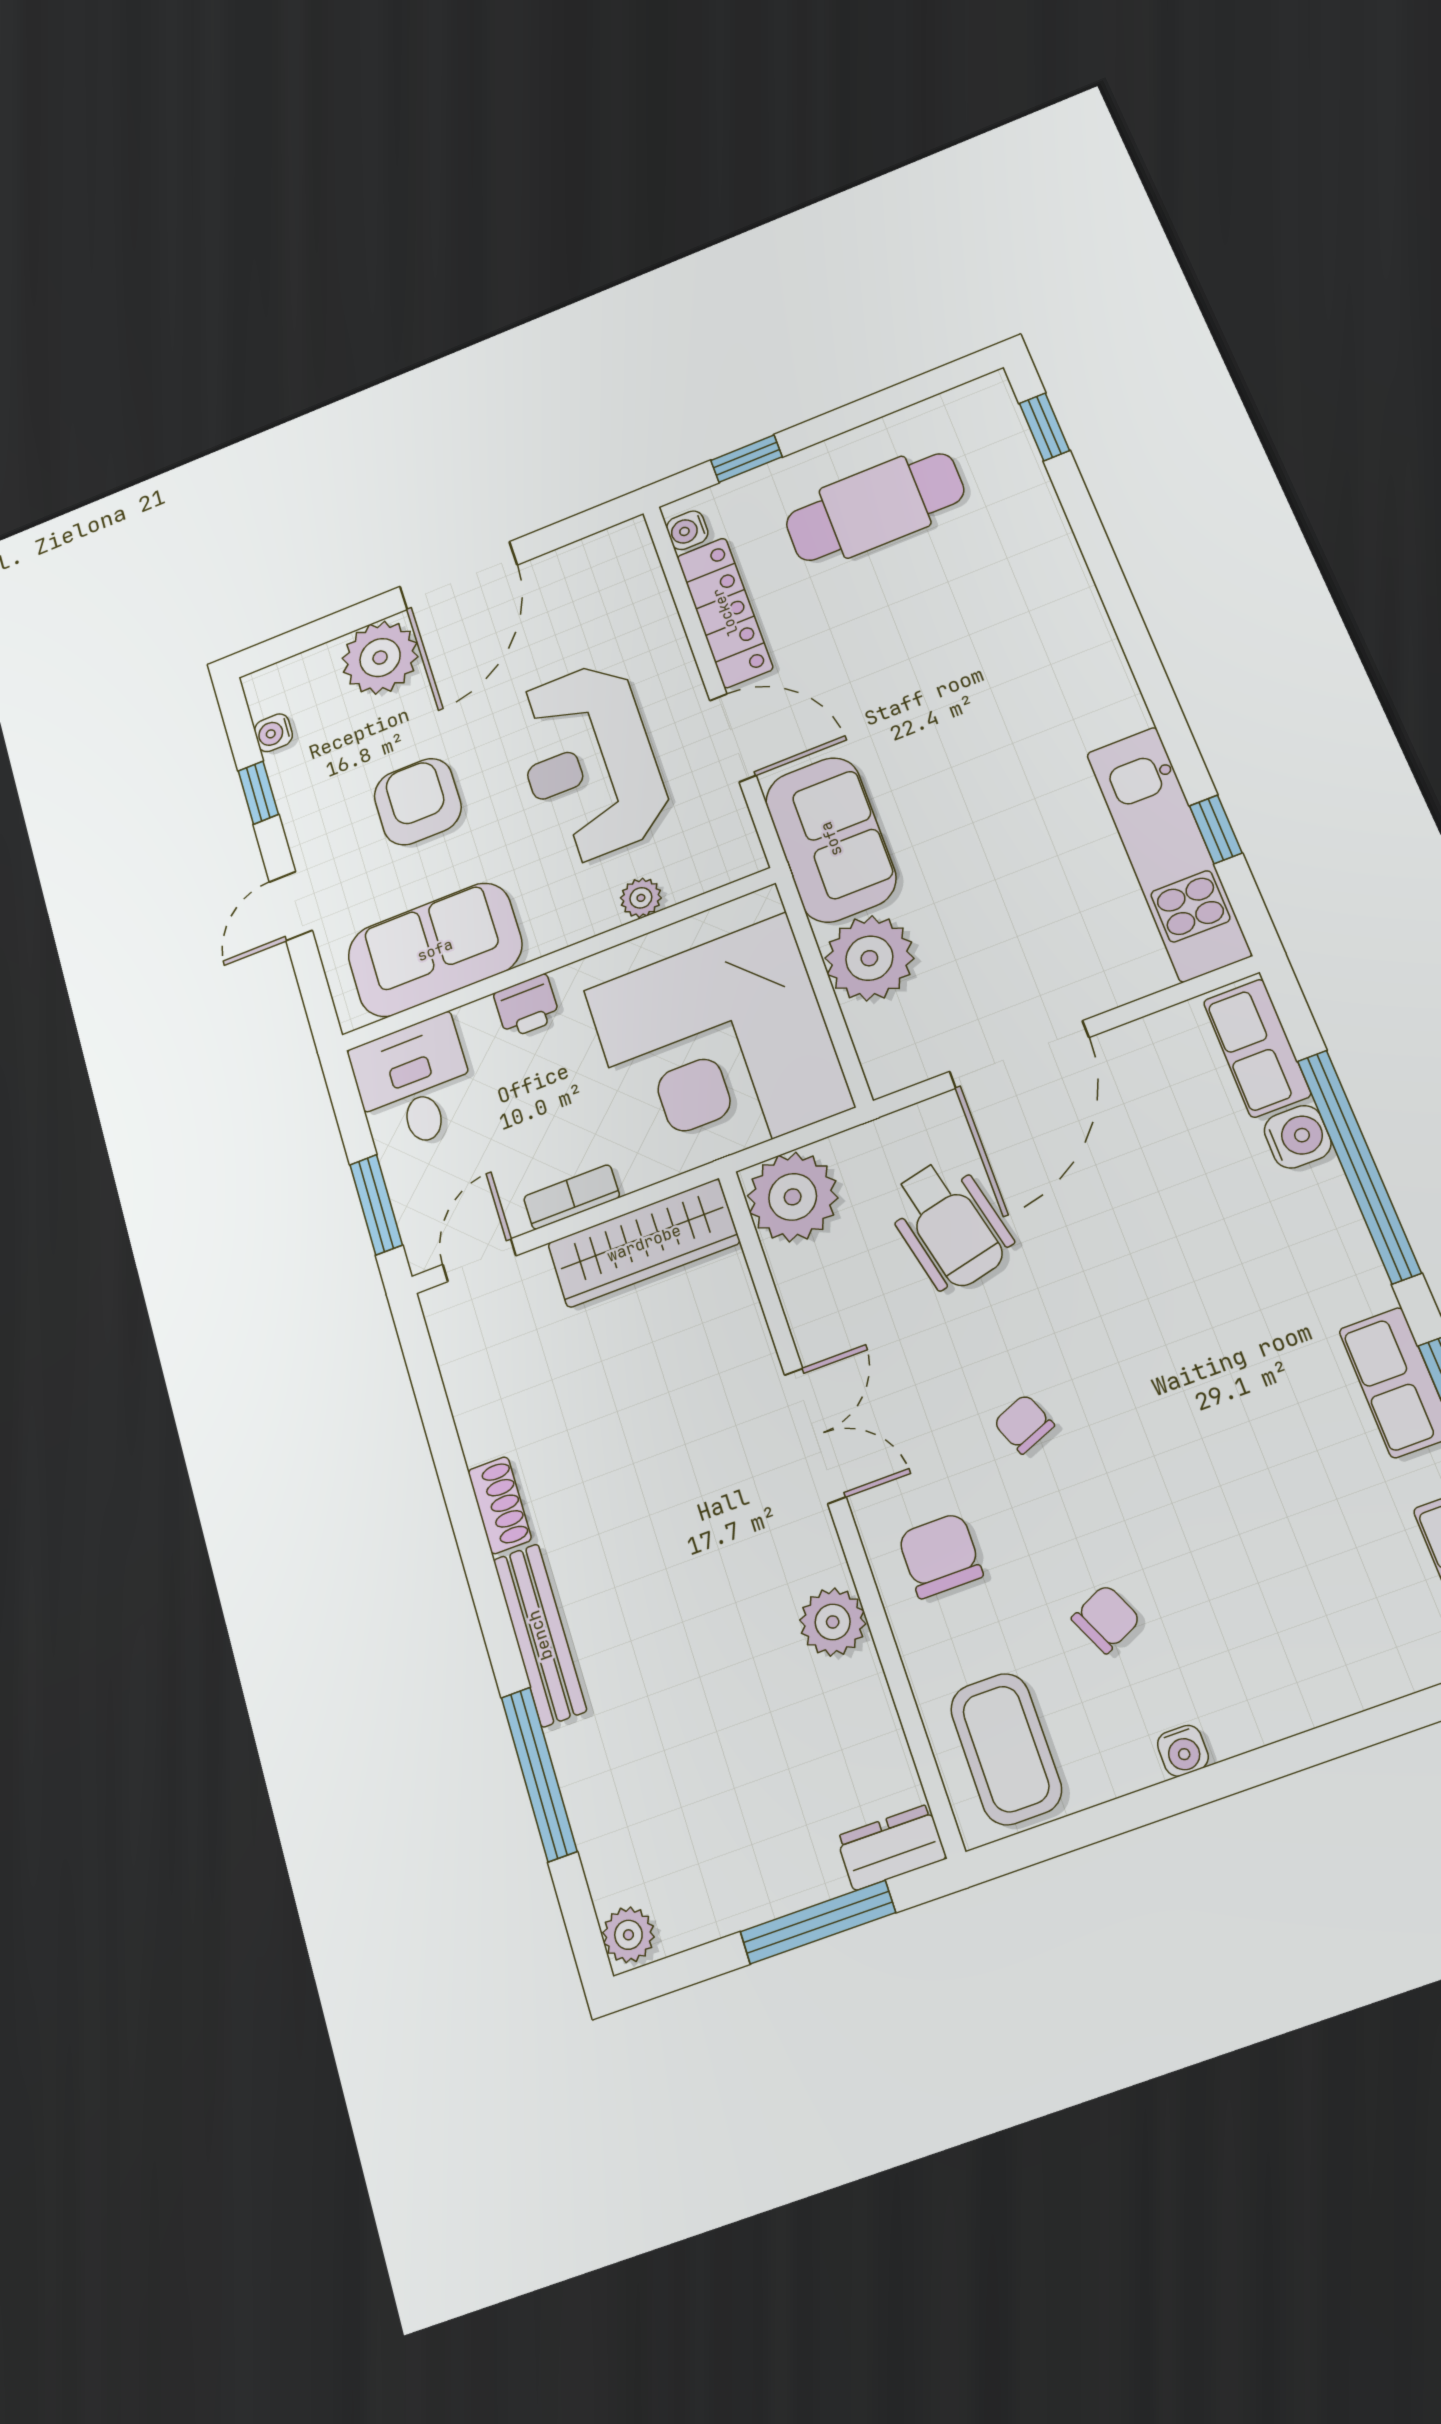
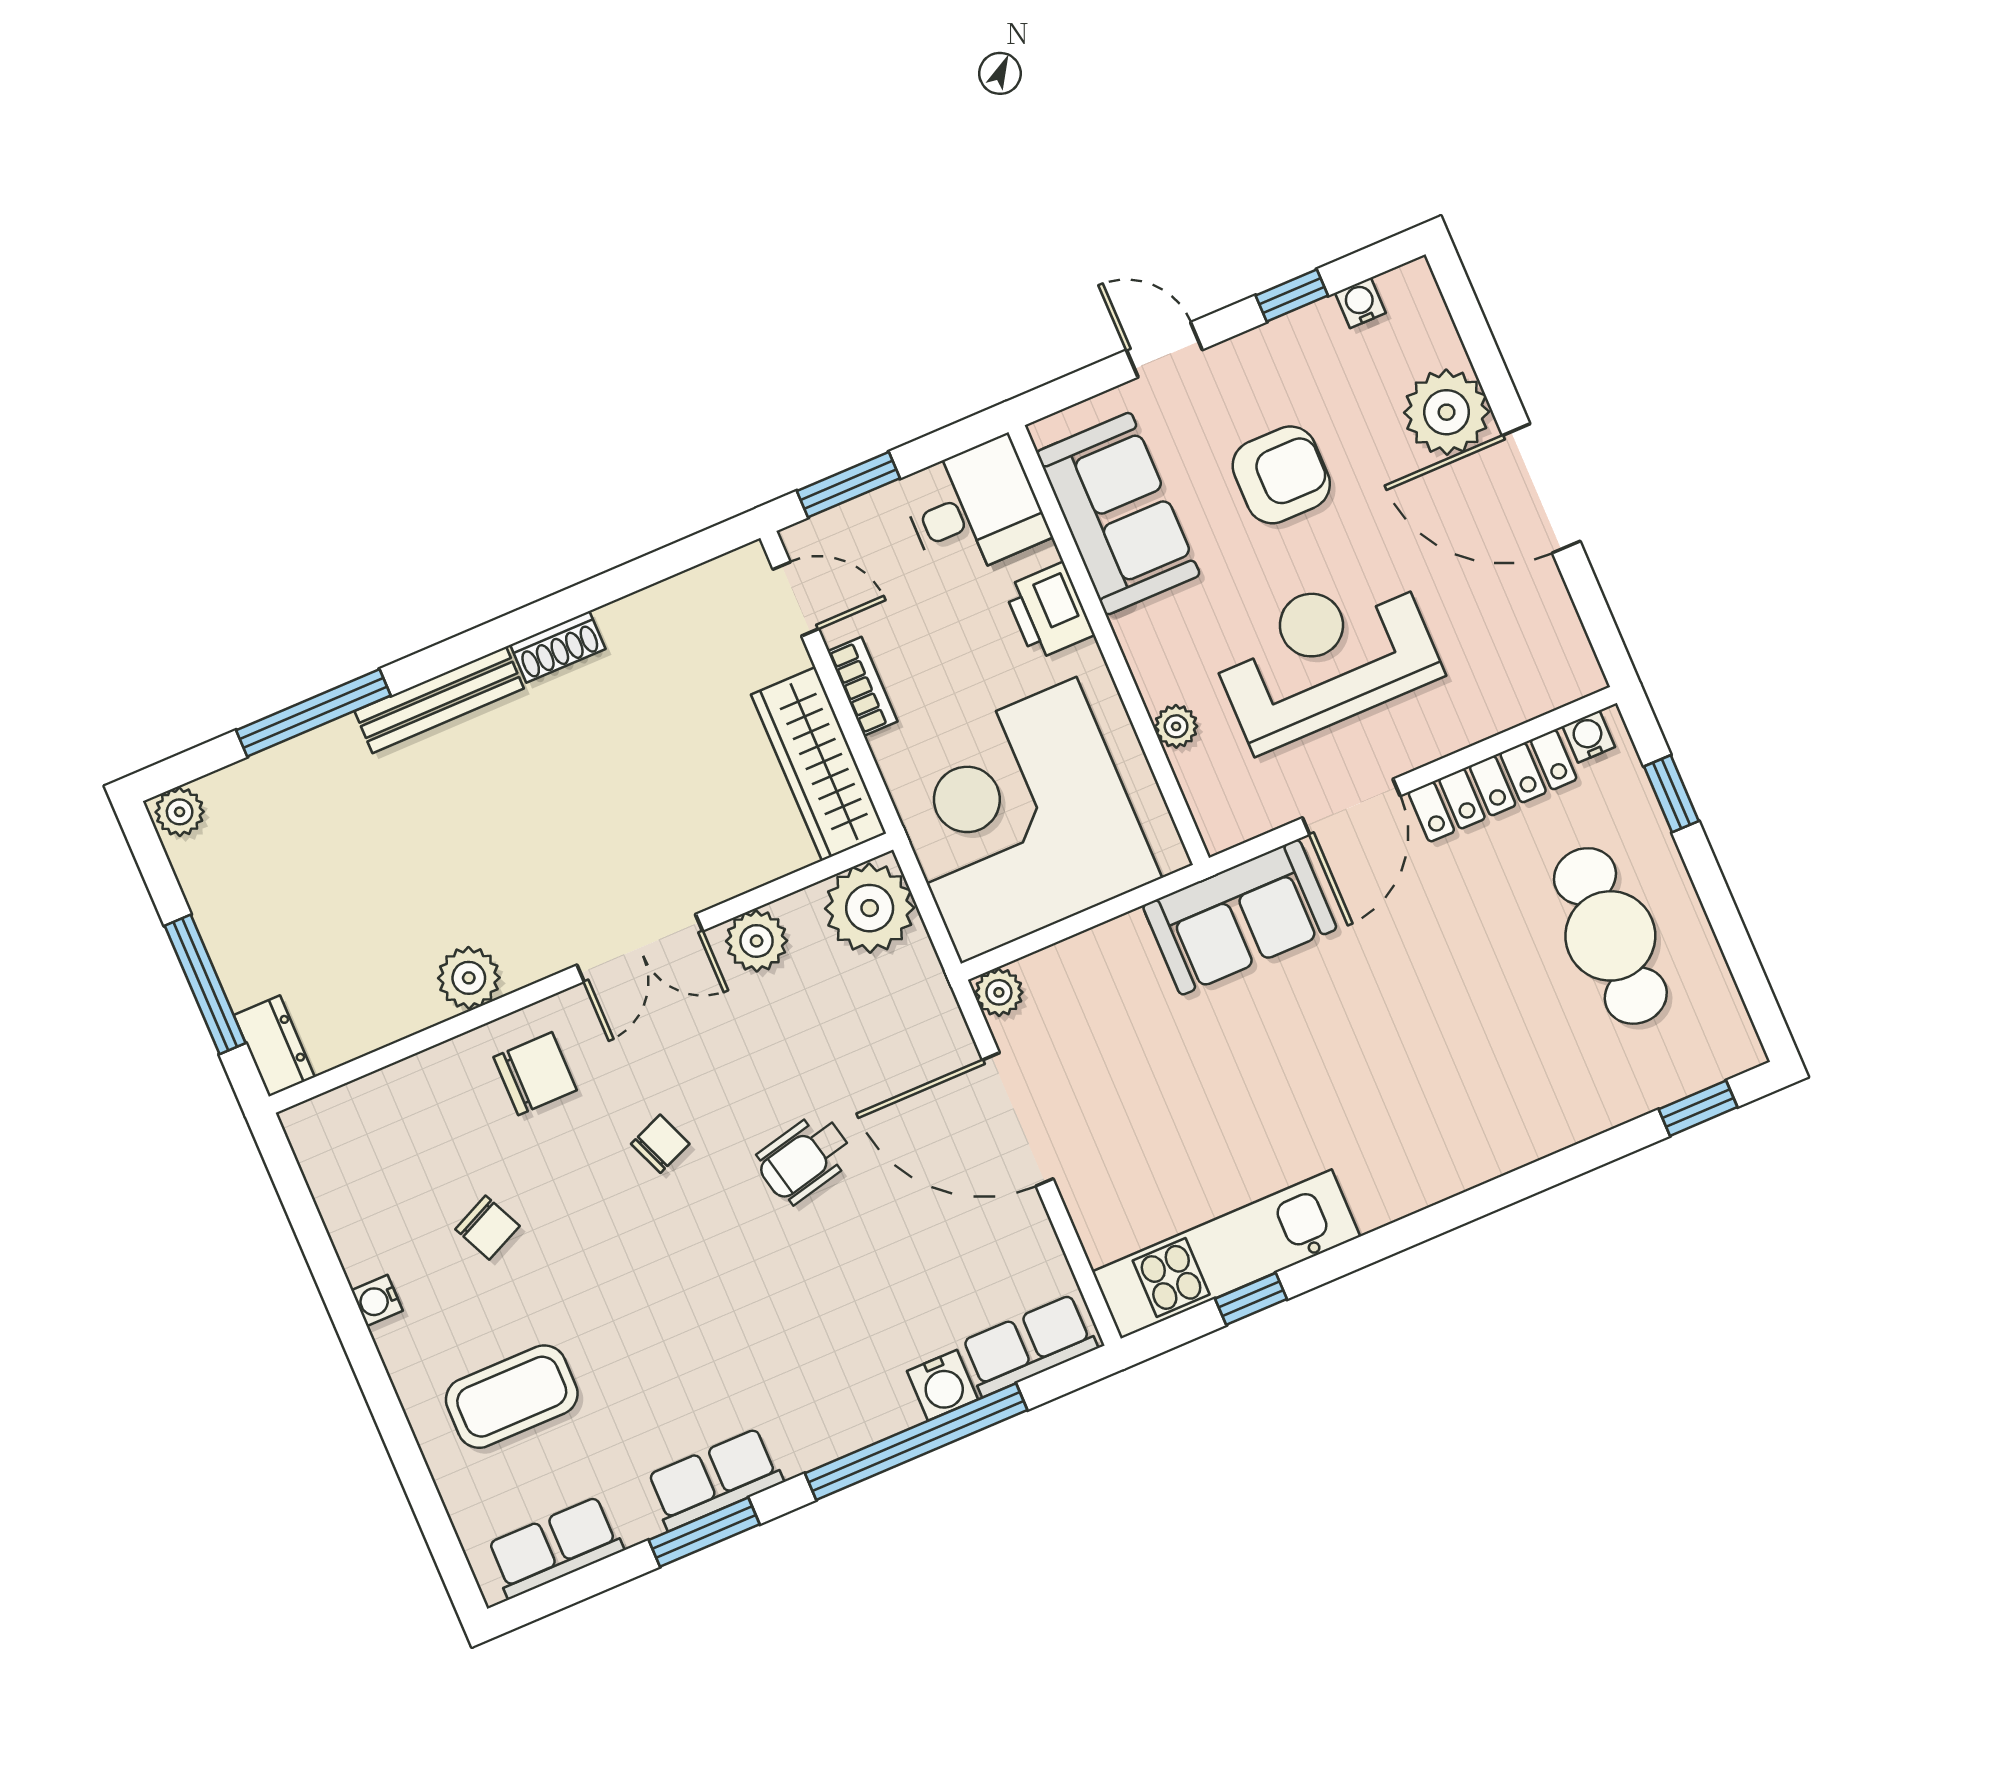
plant: (869, 958) -> (999, 992), moved, width x0.53, depth x0.53
printer: (527, 1006) -> (1049, 611), width x1.36, depth x1.24
wheelchair: (949, 1225) -> (804, 1158), moved, width x0.73, depth x0.73
plant: (817, 1313) -> (757, 941), added
coffee table: (1006, 1749) -> (512, 1397), moved

